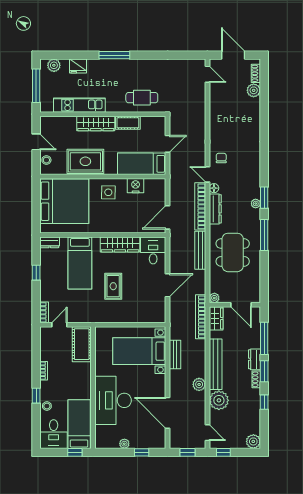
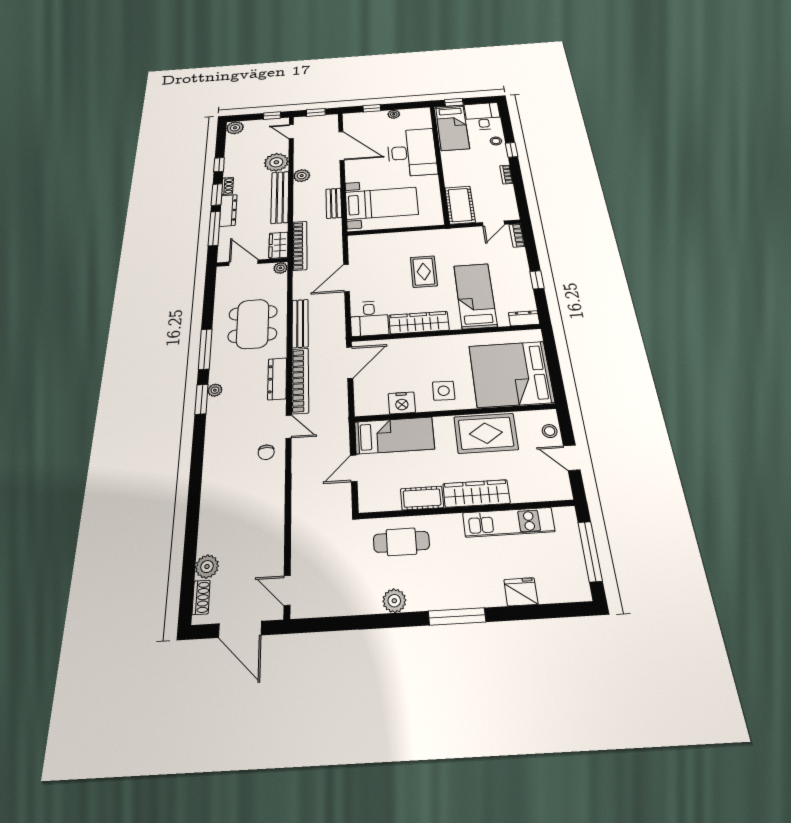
plant: (54, 65) -> (394, 601), moved
floor lamp: (214, 188) -> (279, 407), removed
dresser: (254, 359) -> (228, 210), width x1.44

